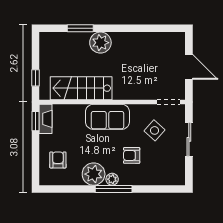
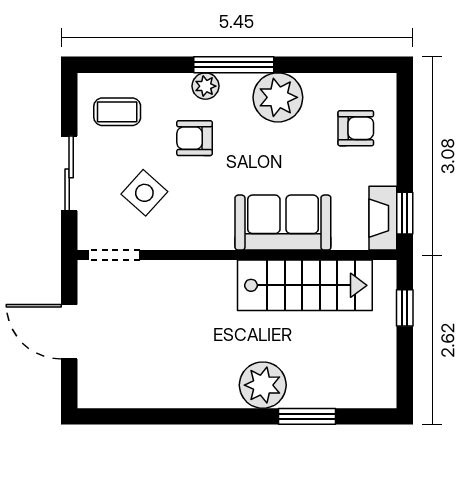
sofa: (107, 117) -> (283, 223), moved
armchair: (132, 155) -> (194, 138), turned 180
armchair: (58, 160) -> (356, 128), turned -90
coffee table: (167, 167) -> (117, 112), added
plant: (112, 179) -> (205, 86), moved

